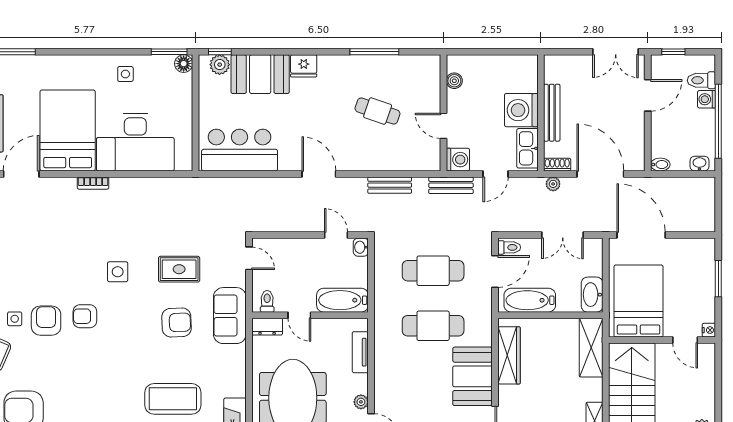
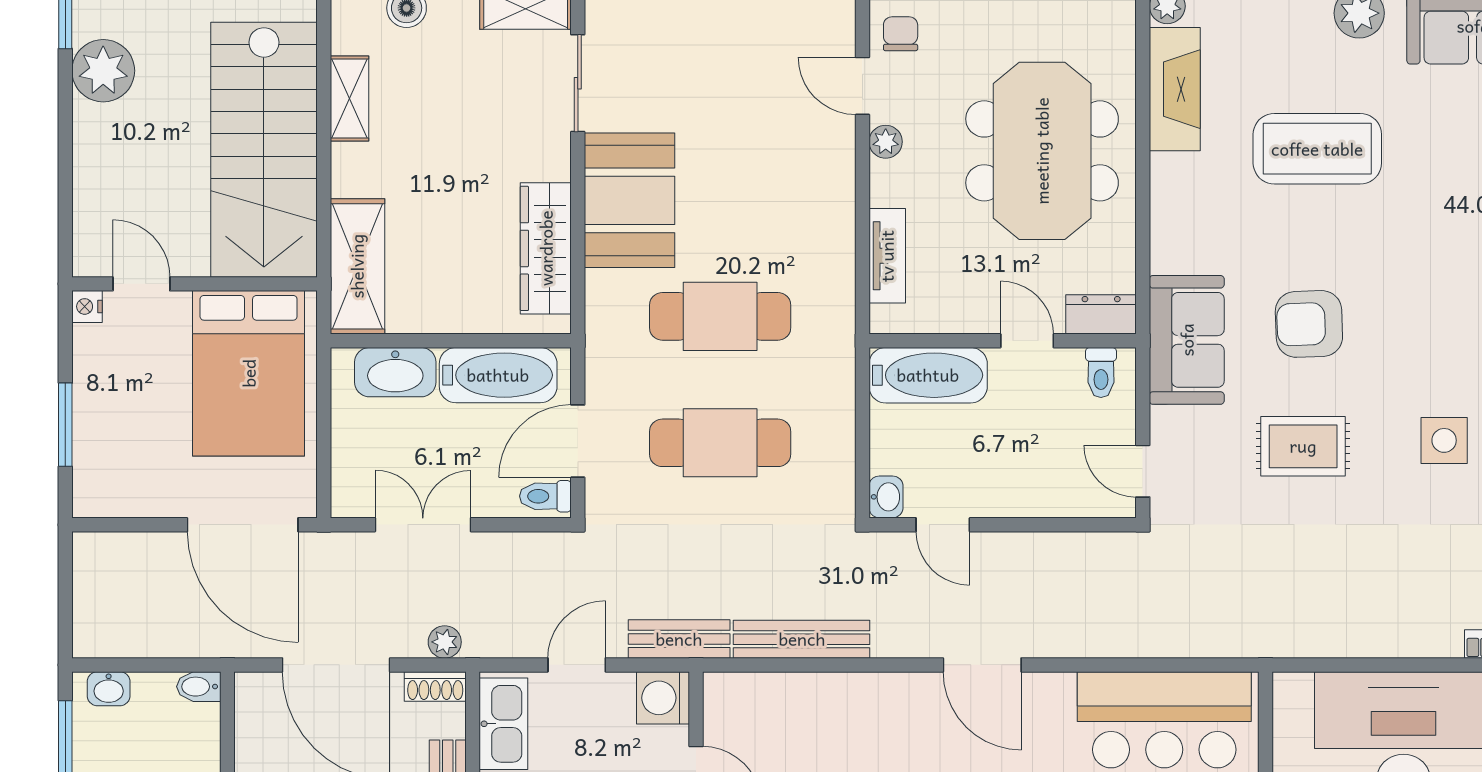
bench: (390, 185) -> (802, 639), width x1.36
washbasin: (592, 295) -> (395, 372), moved, turned 90

